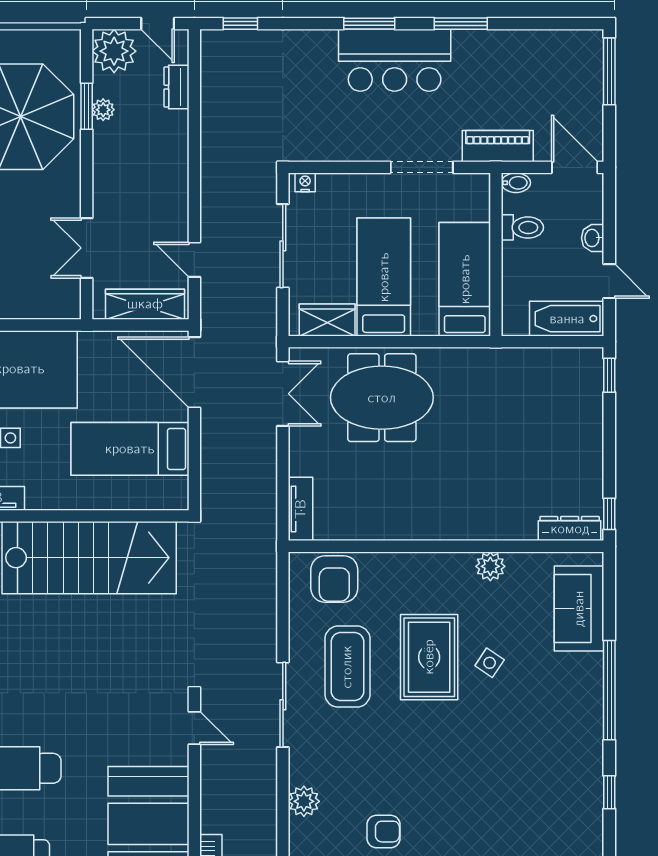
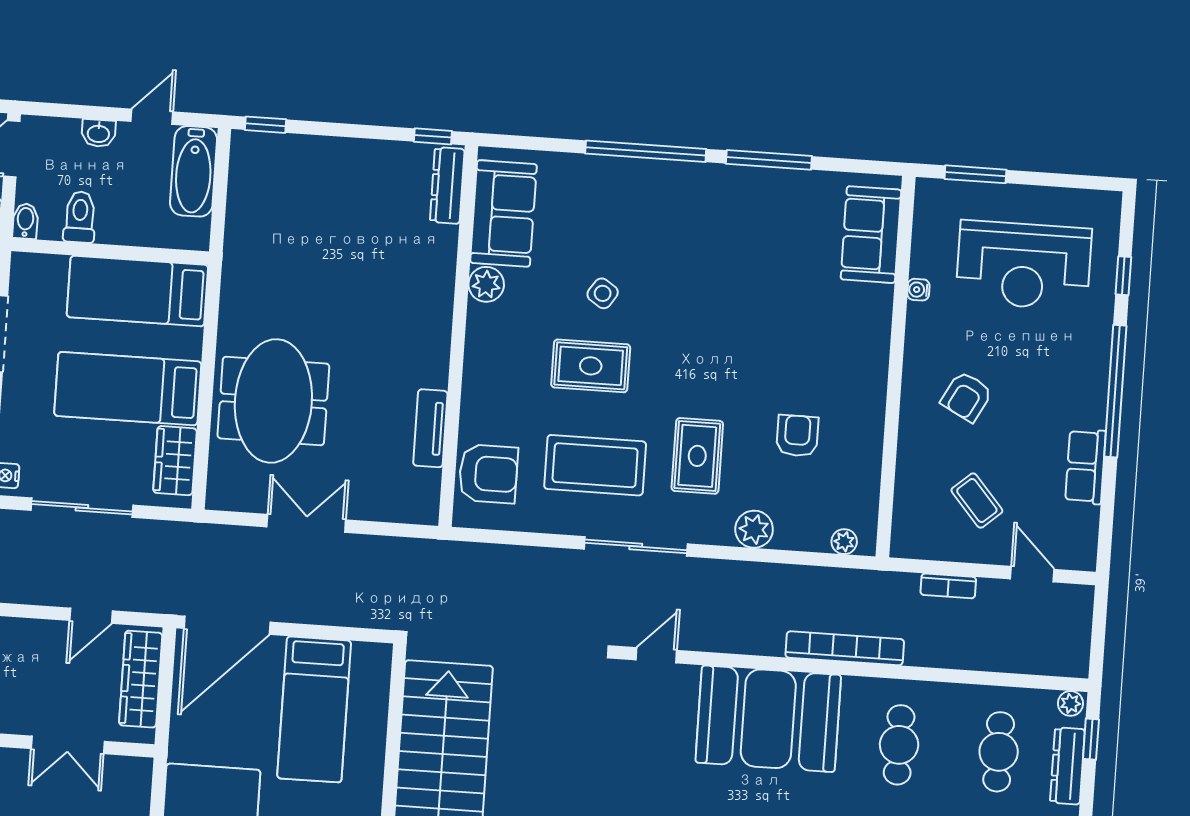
double door: (283, 394) -> (306, 523), moved
tv unit: (301, 509) -> (430, 428), moved, turned -90
sofa: (579, 609) -> (503, 213), moved, turned -90
rug: (429, 657) -> (591, 366), width x0.73, depth x0.70
rug: (361, 750) -> (697, 456), added
window: (609, 792) -> (769, 160), width x2.17

